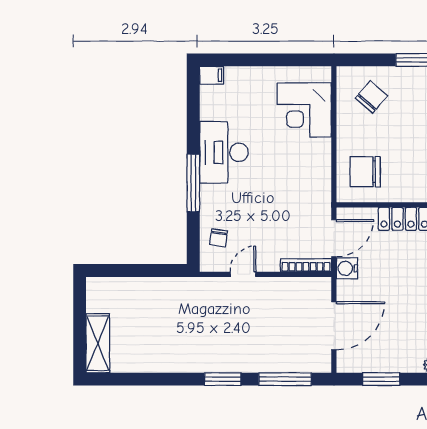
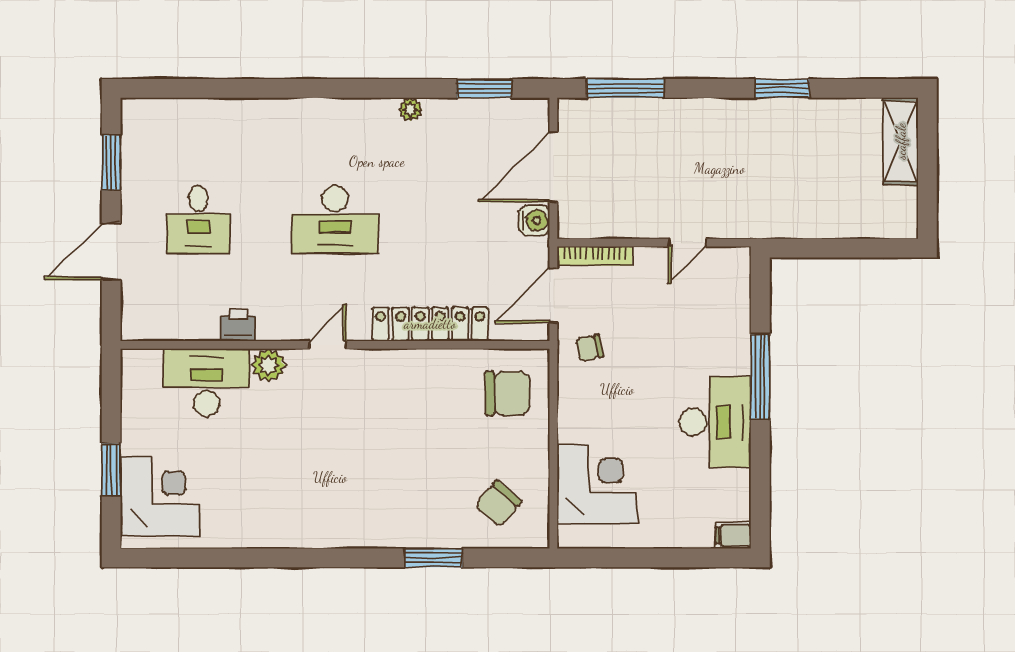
chair: (219, 238) -> (589, 348), moved, turned -110
water cooler: (347, 268) -> (534, 220), moved
window: (223, 379) -> (782, 88), moved

